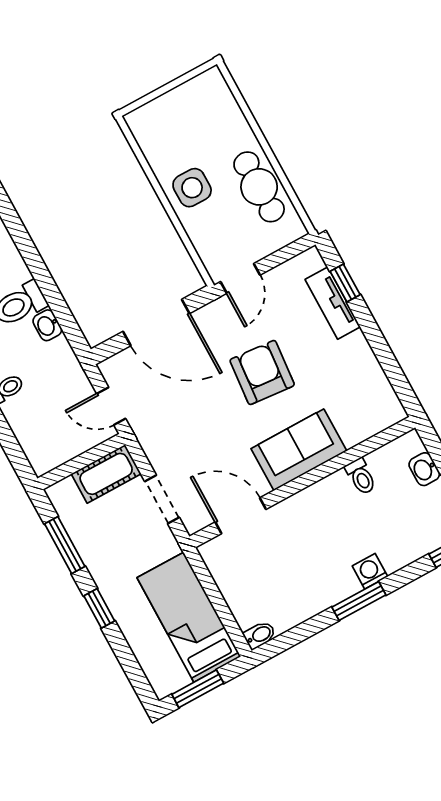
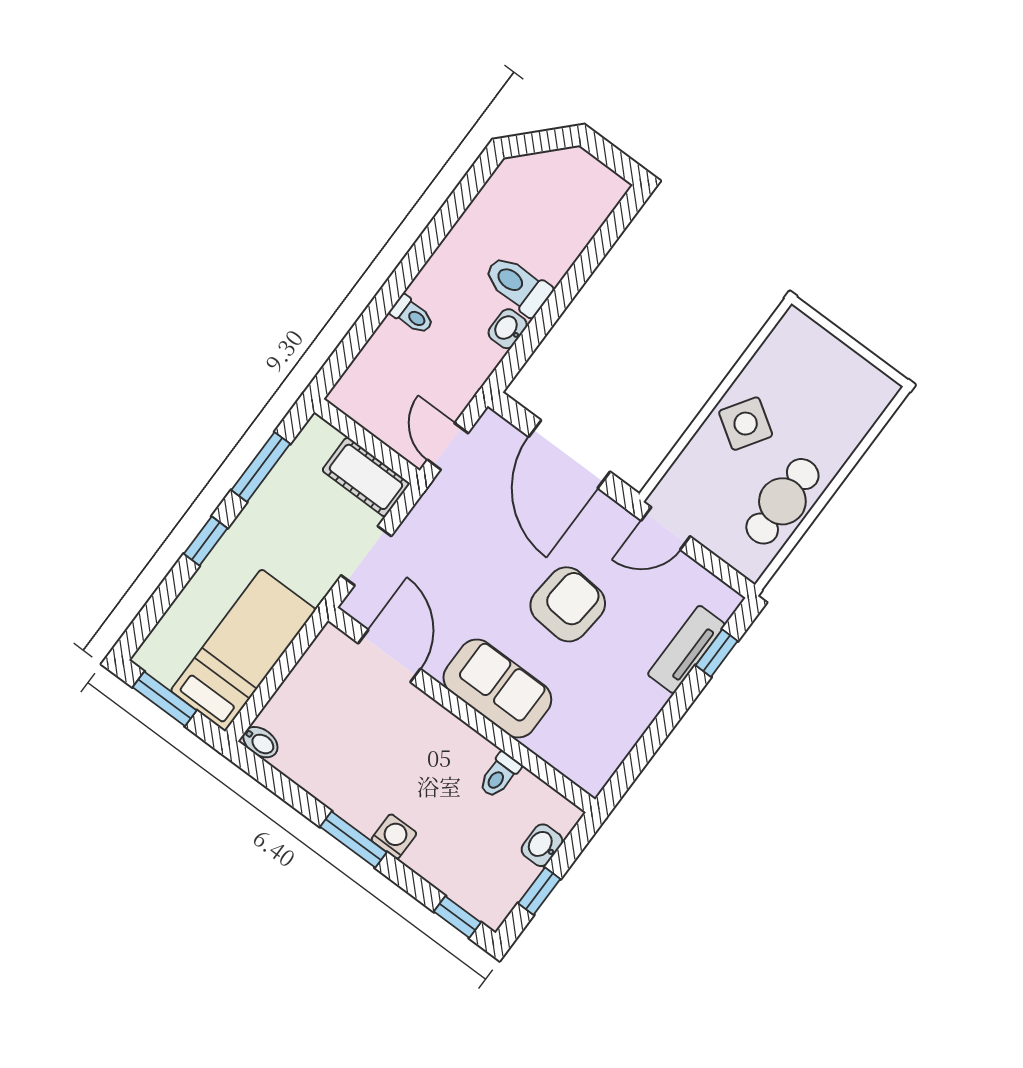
side table: (192, 188) -> (746, 424), turned 33

